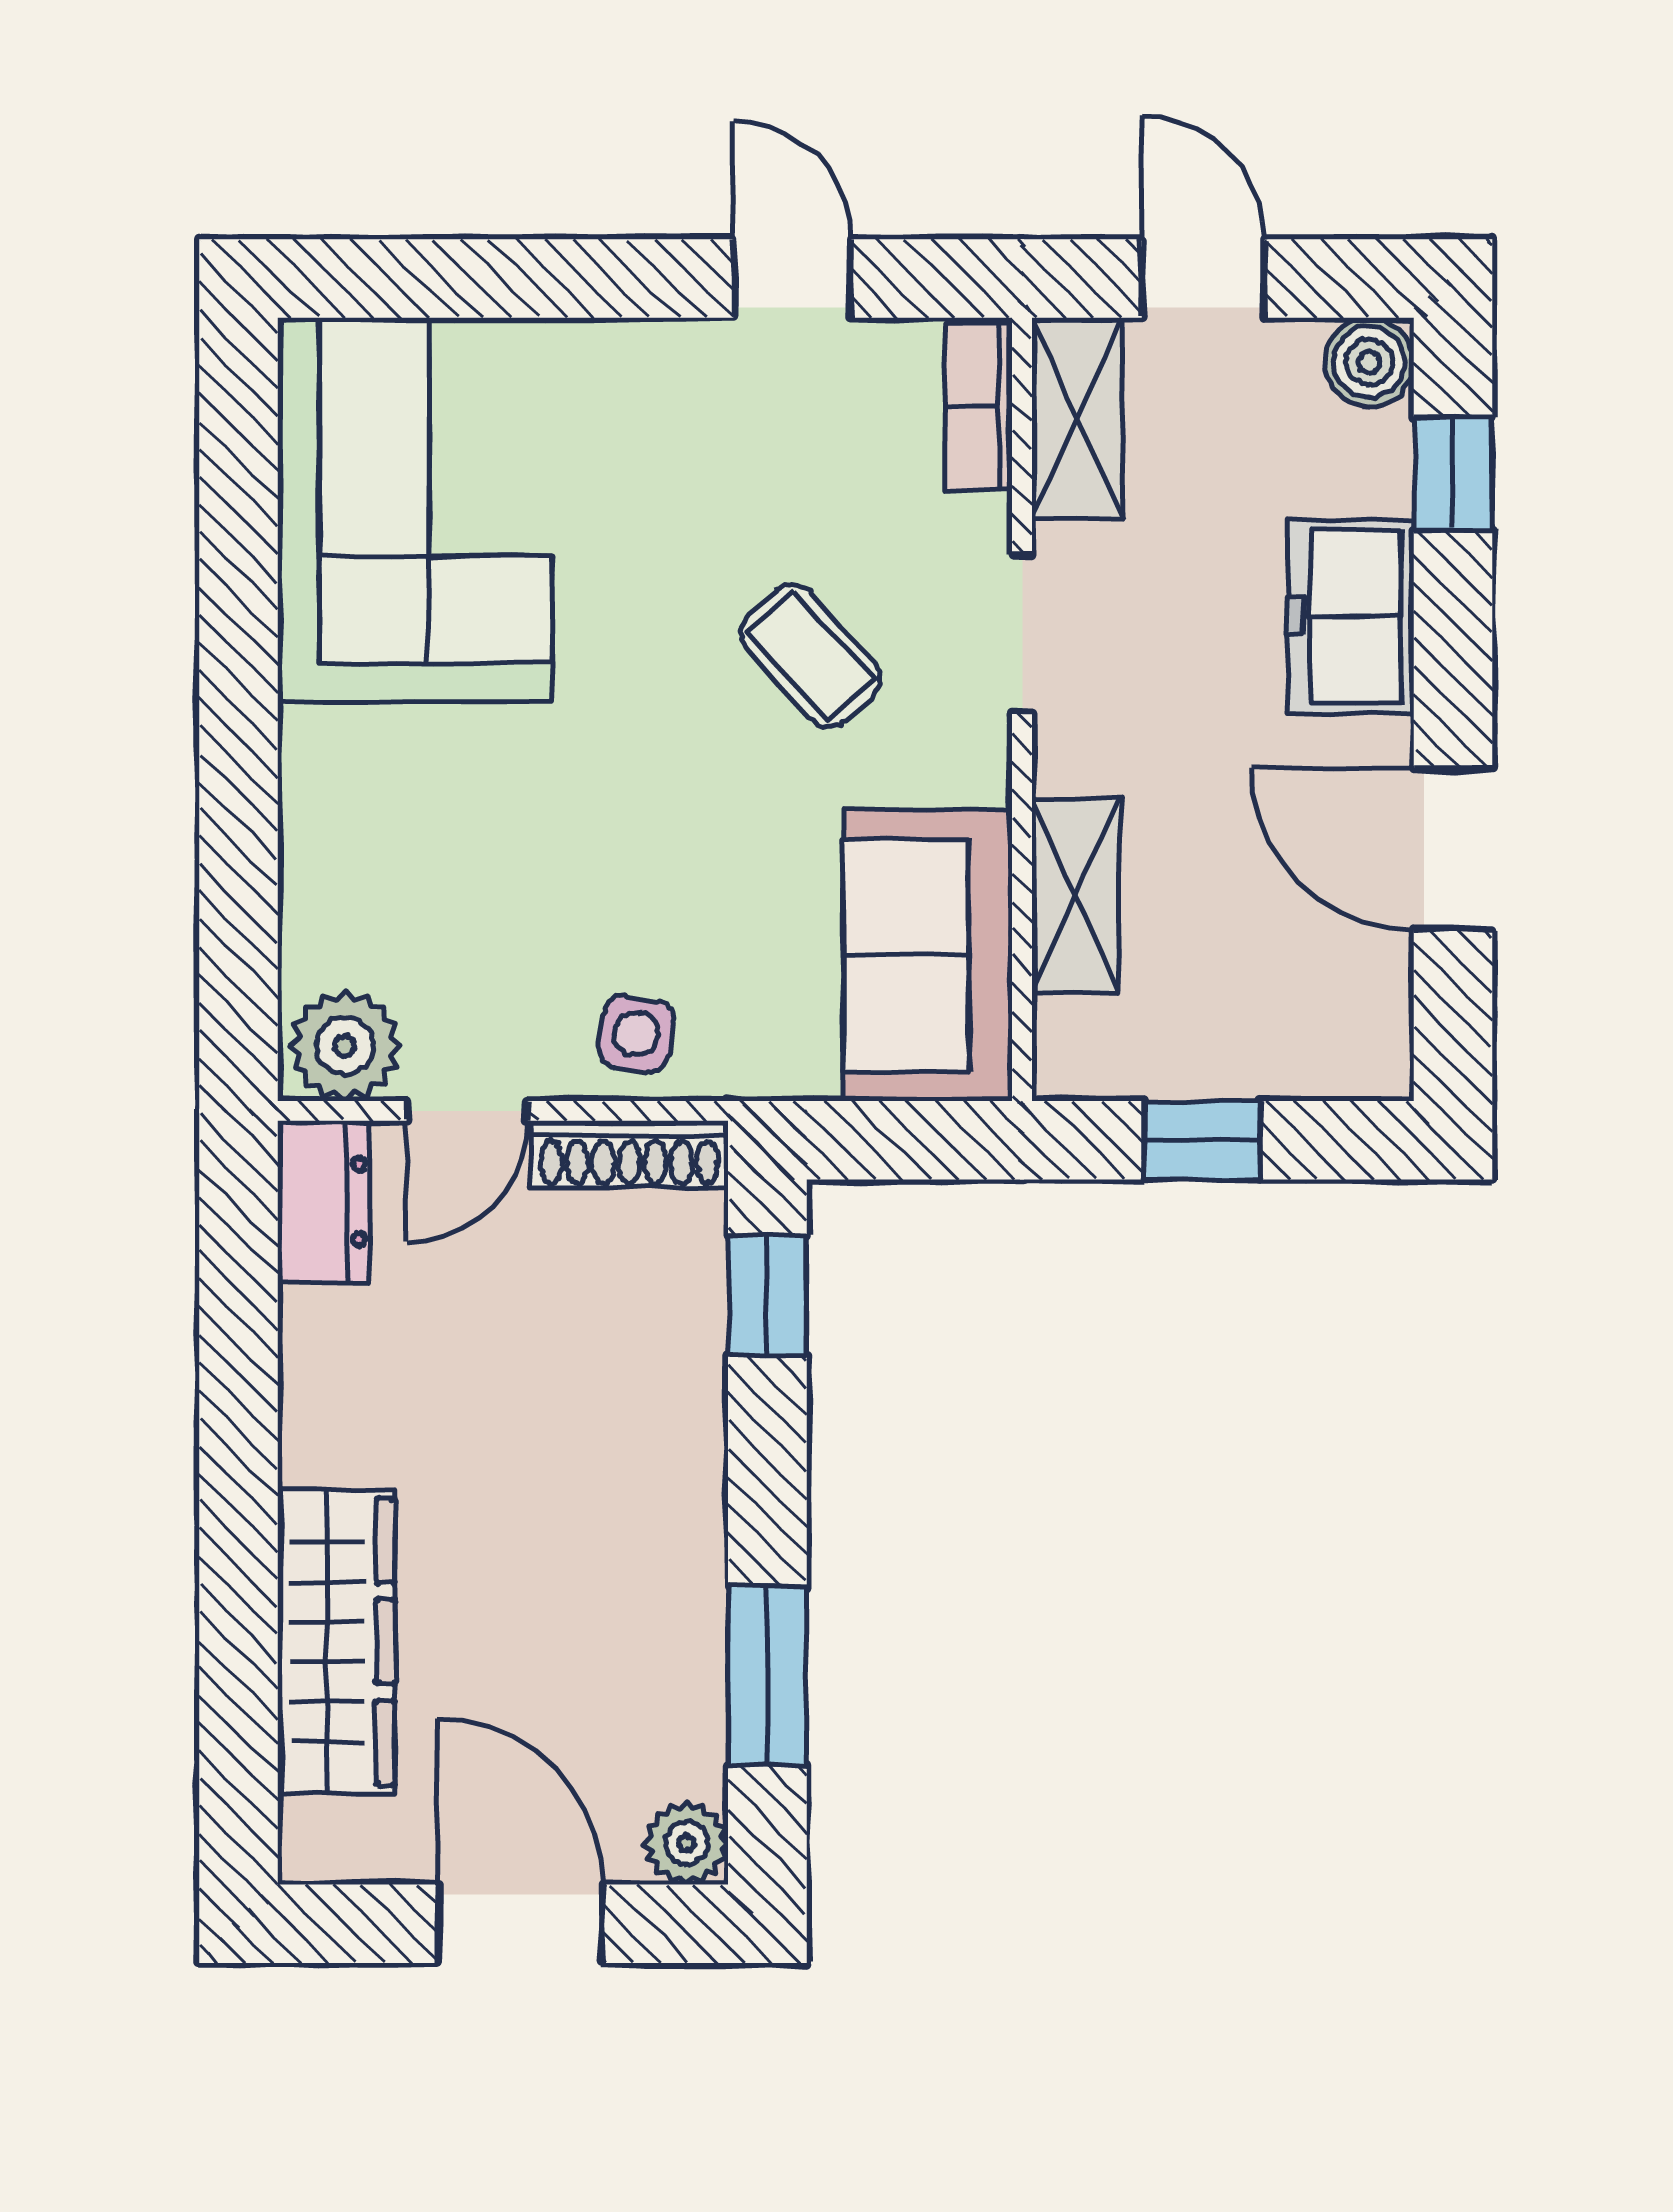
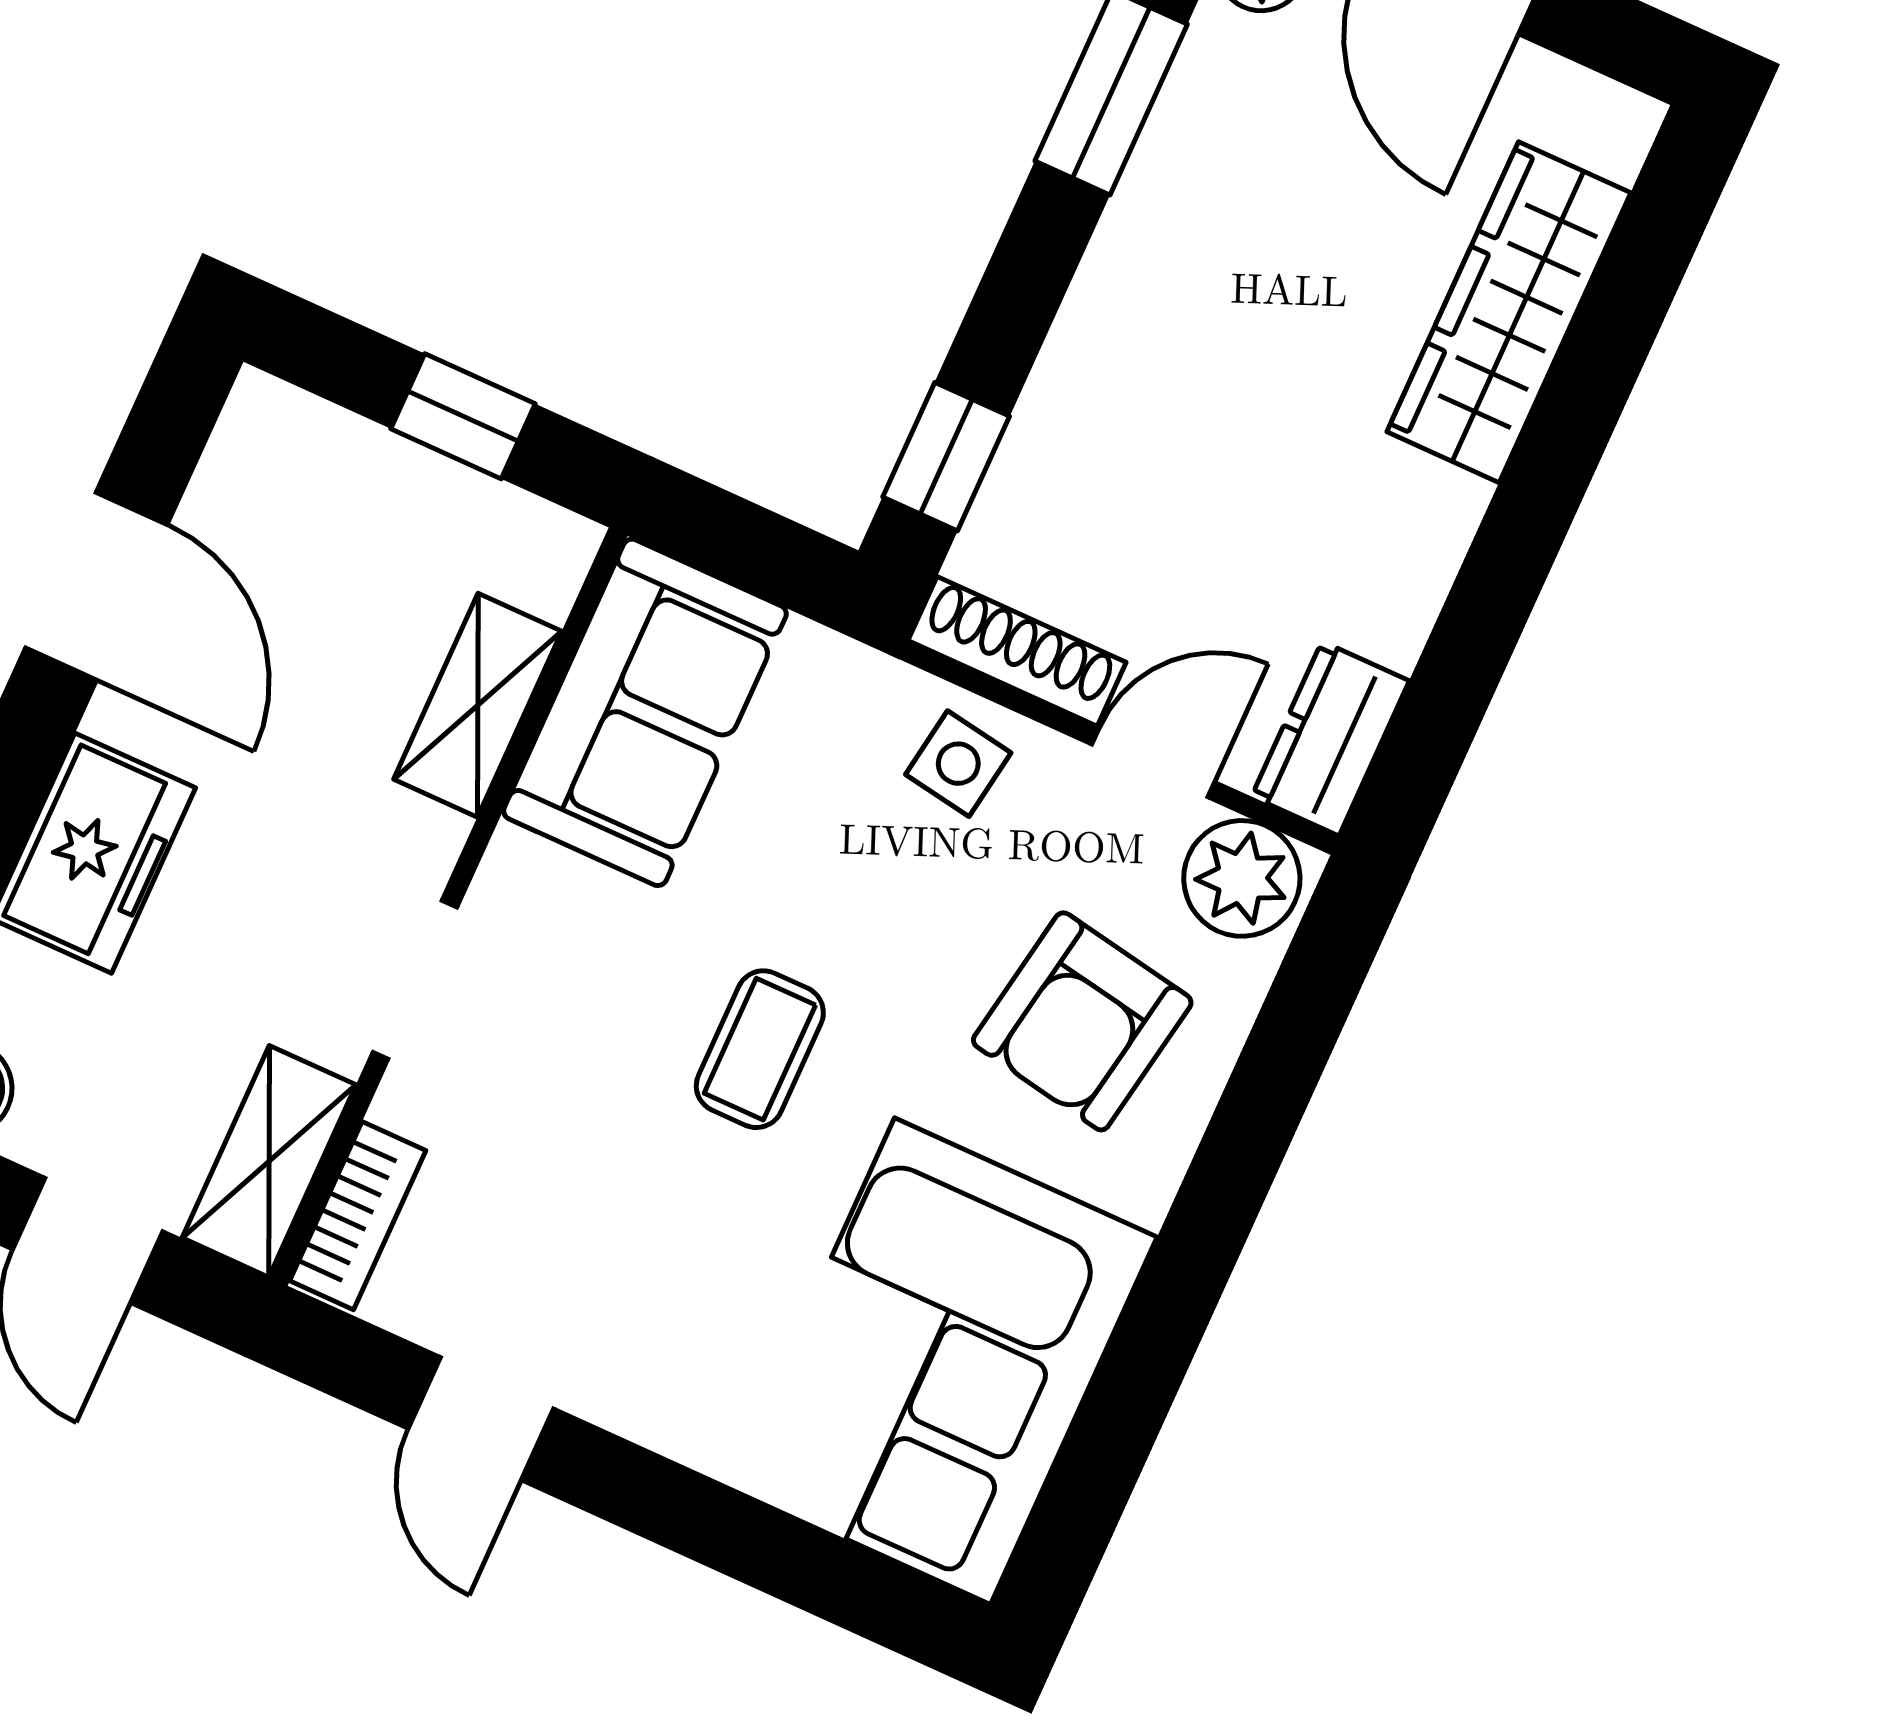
coffee table: (811, 656) -> (760, 1049), moved, turned 42
armchair: (427, 859) -> (1082, 1021), added

